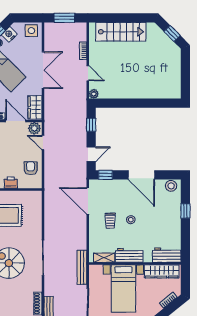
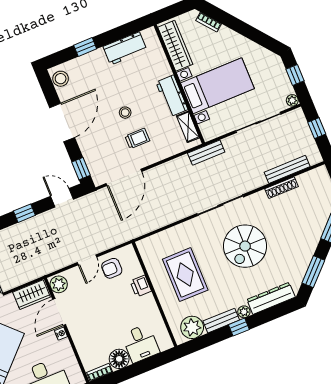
door: (43, 143) -> (87, 260), moved
workbench: (167, 255) -> (125, 48), moved, turned -90
bench: (82, 267) -> (206, 153), width x0.73

